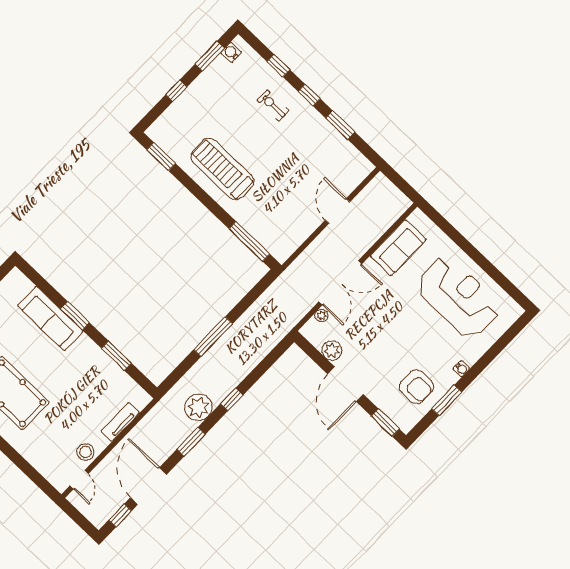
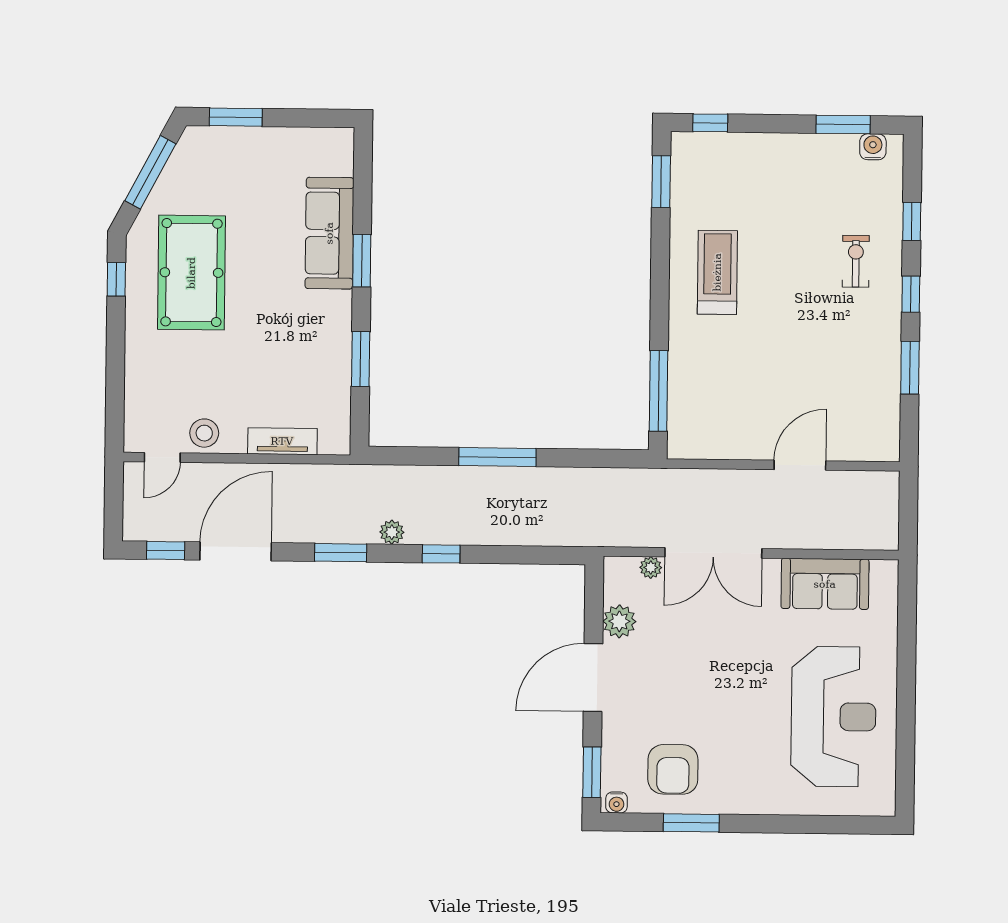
window: (176, 91) -> (710, 123), moved
treadmill: (222, 169) -> (717, 272), width x0.73, depth x0.73
water cooler: (461, 369) -> (617, 802), moved
plant: (198, 407) -> (392, 532), width x0.53, depth x0.53

